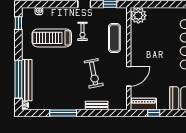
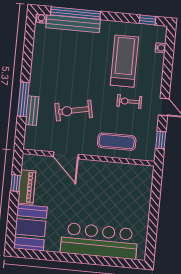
plant: (138, 15) -> (143, 175), removed
piano: (143, 104) -> (27, 187), moved
window: (63, 113) -> (23, 99), moved

